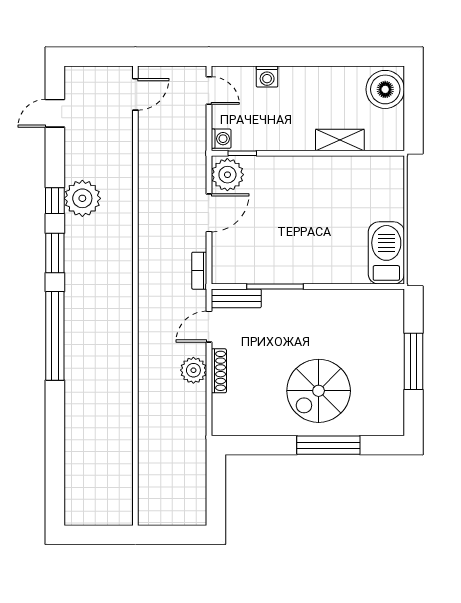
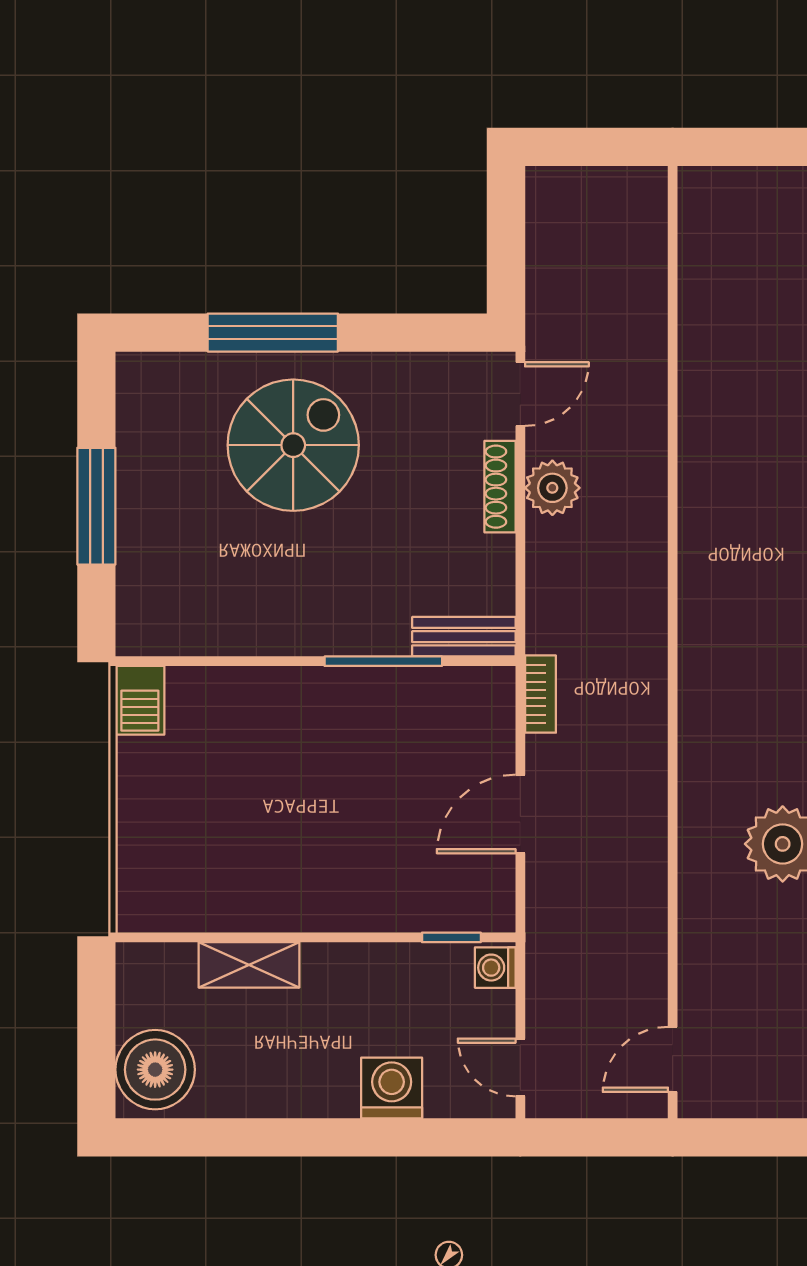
washing machine: (267, 77) -> (392, 1088), width x1.38, depth x1.38
plant: (227, 175) -> (482, 893), removed
barbecue: (386, 253) -> (140, 700), width x0.53, depth x0.65
door: (209, 327) -> (520, 394), moved

